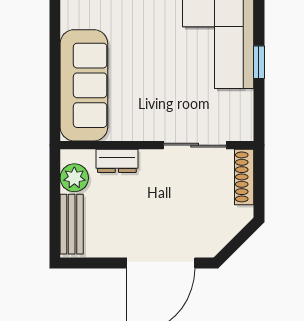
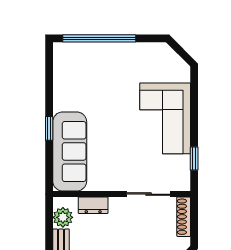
window: (55, 53) -> (49, 128), added
window: (259, 62) -> (194, 158), moved

